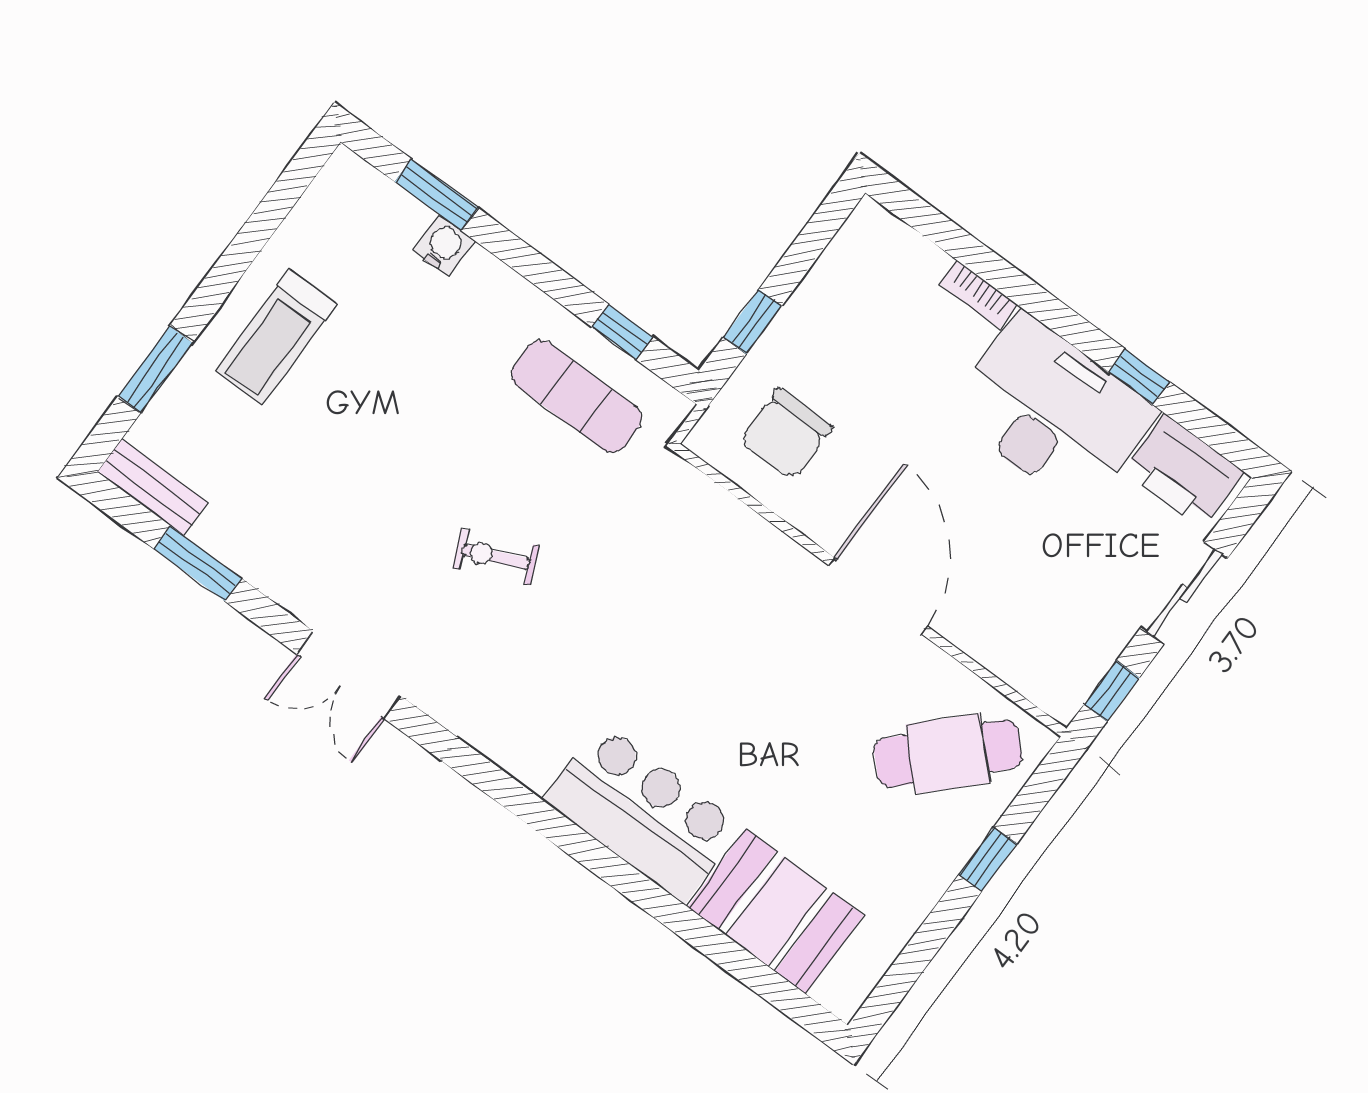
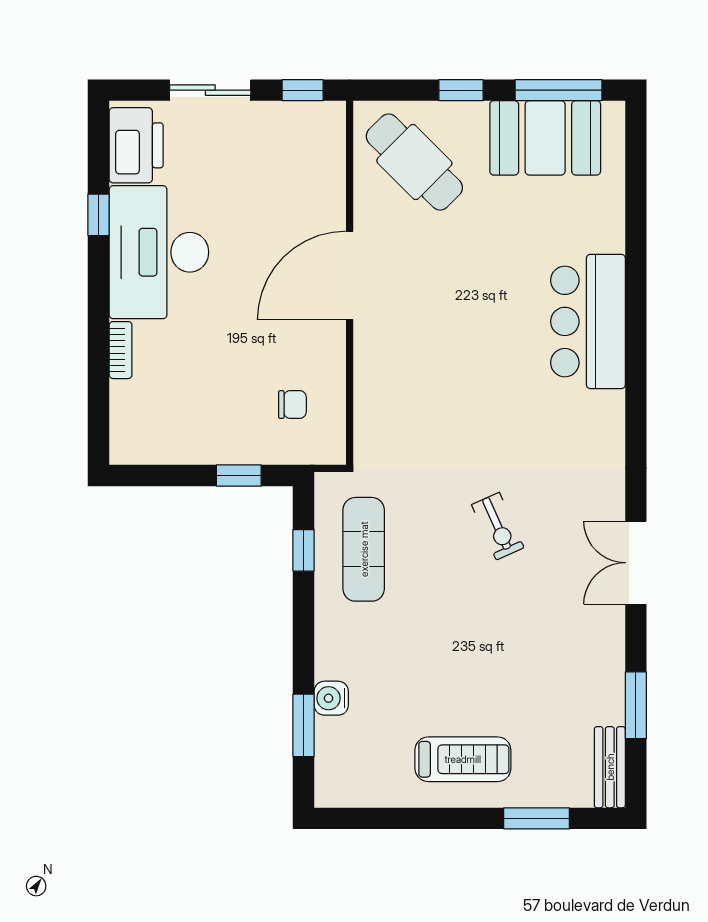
chair: (786, 434) -> (292, 405), width x0.54, depth x0.54
double door: (349, 675) -> (636, 563), swing flipped
booth: (776, 911) -> (545, 138), moved, turned 90
window: (911, 963) -> (559, 90), added

